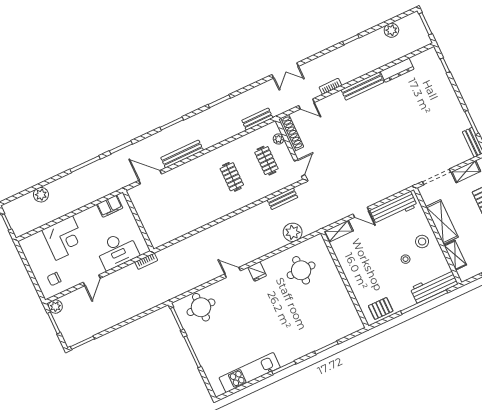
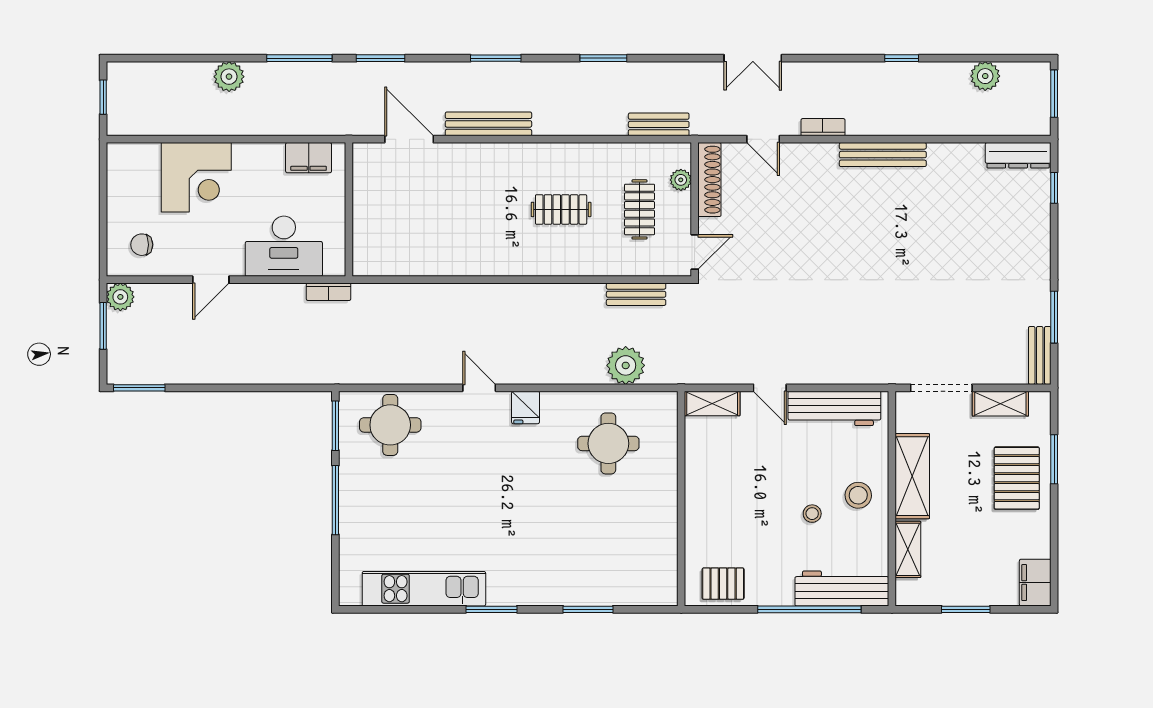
dresser: (397, 70) -> (1018, 155), moved
clothes rail: (232, 177) -> (561, 209), turned 90
plant: (41, 195) -> (229, 77), moved

